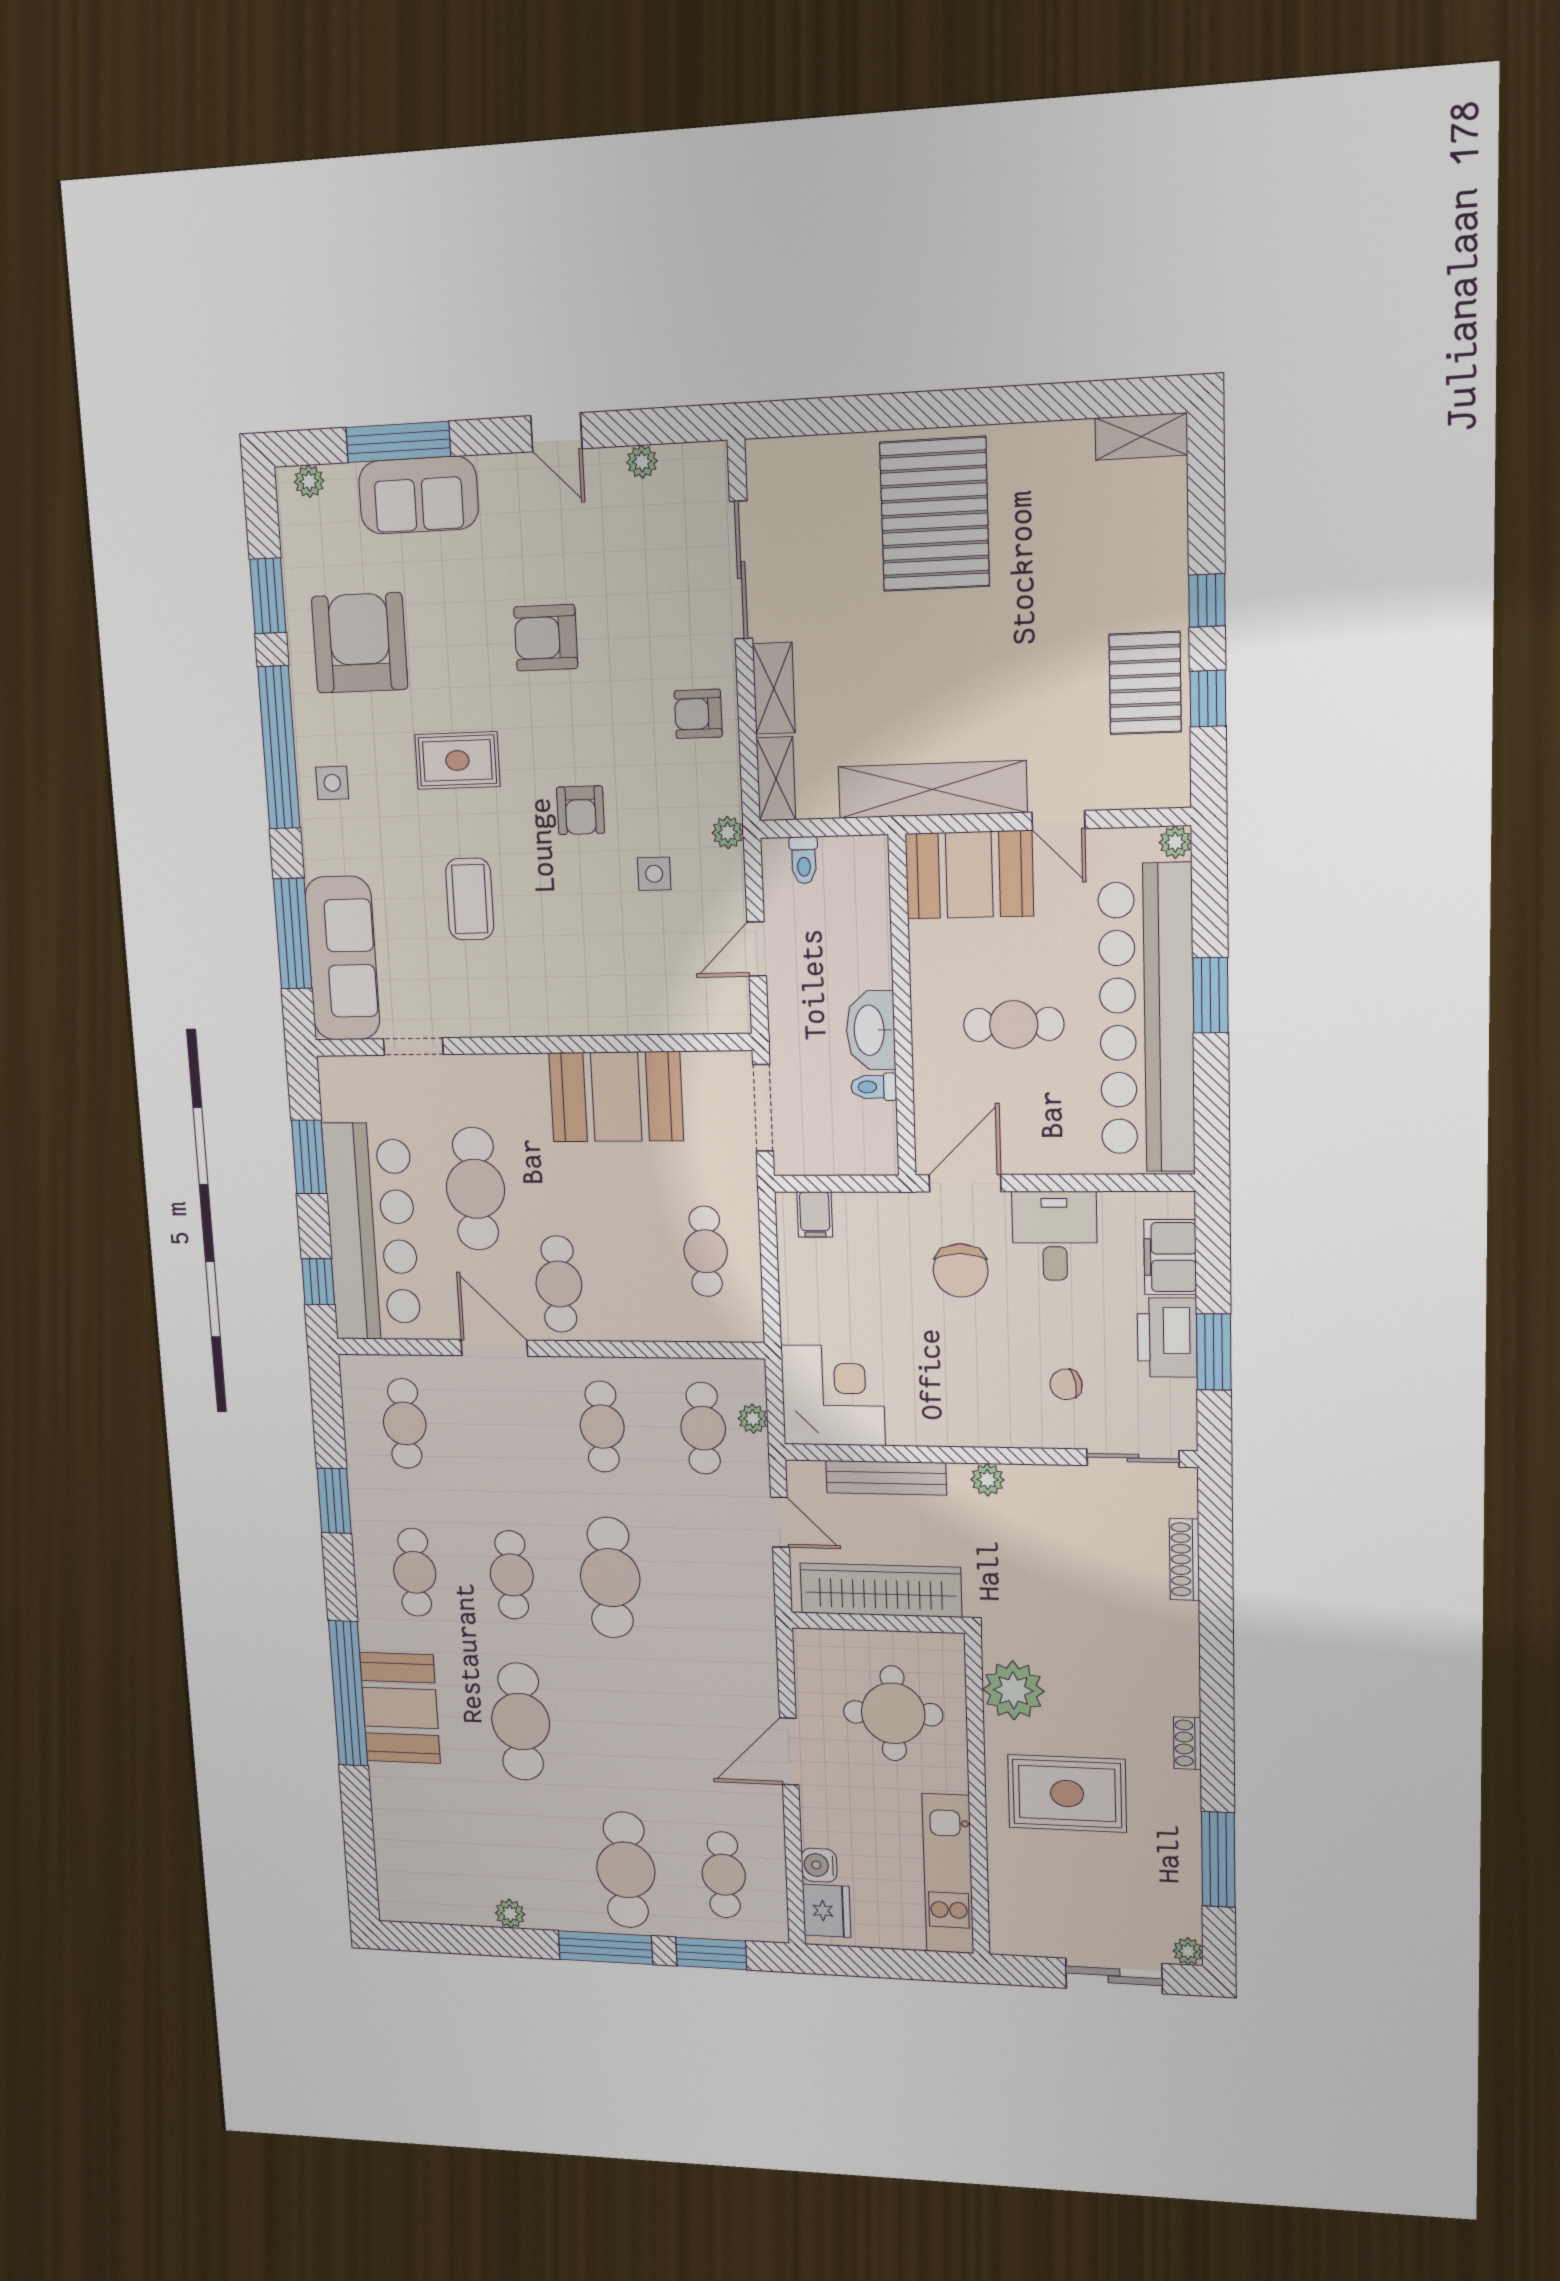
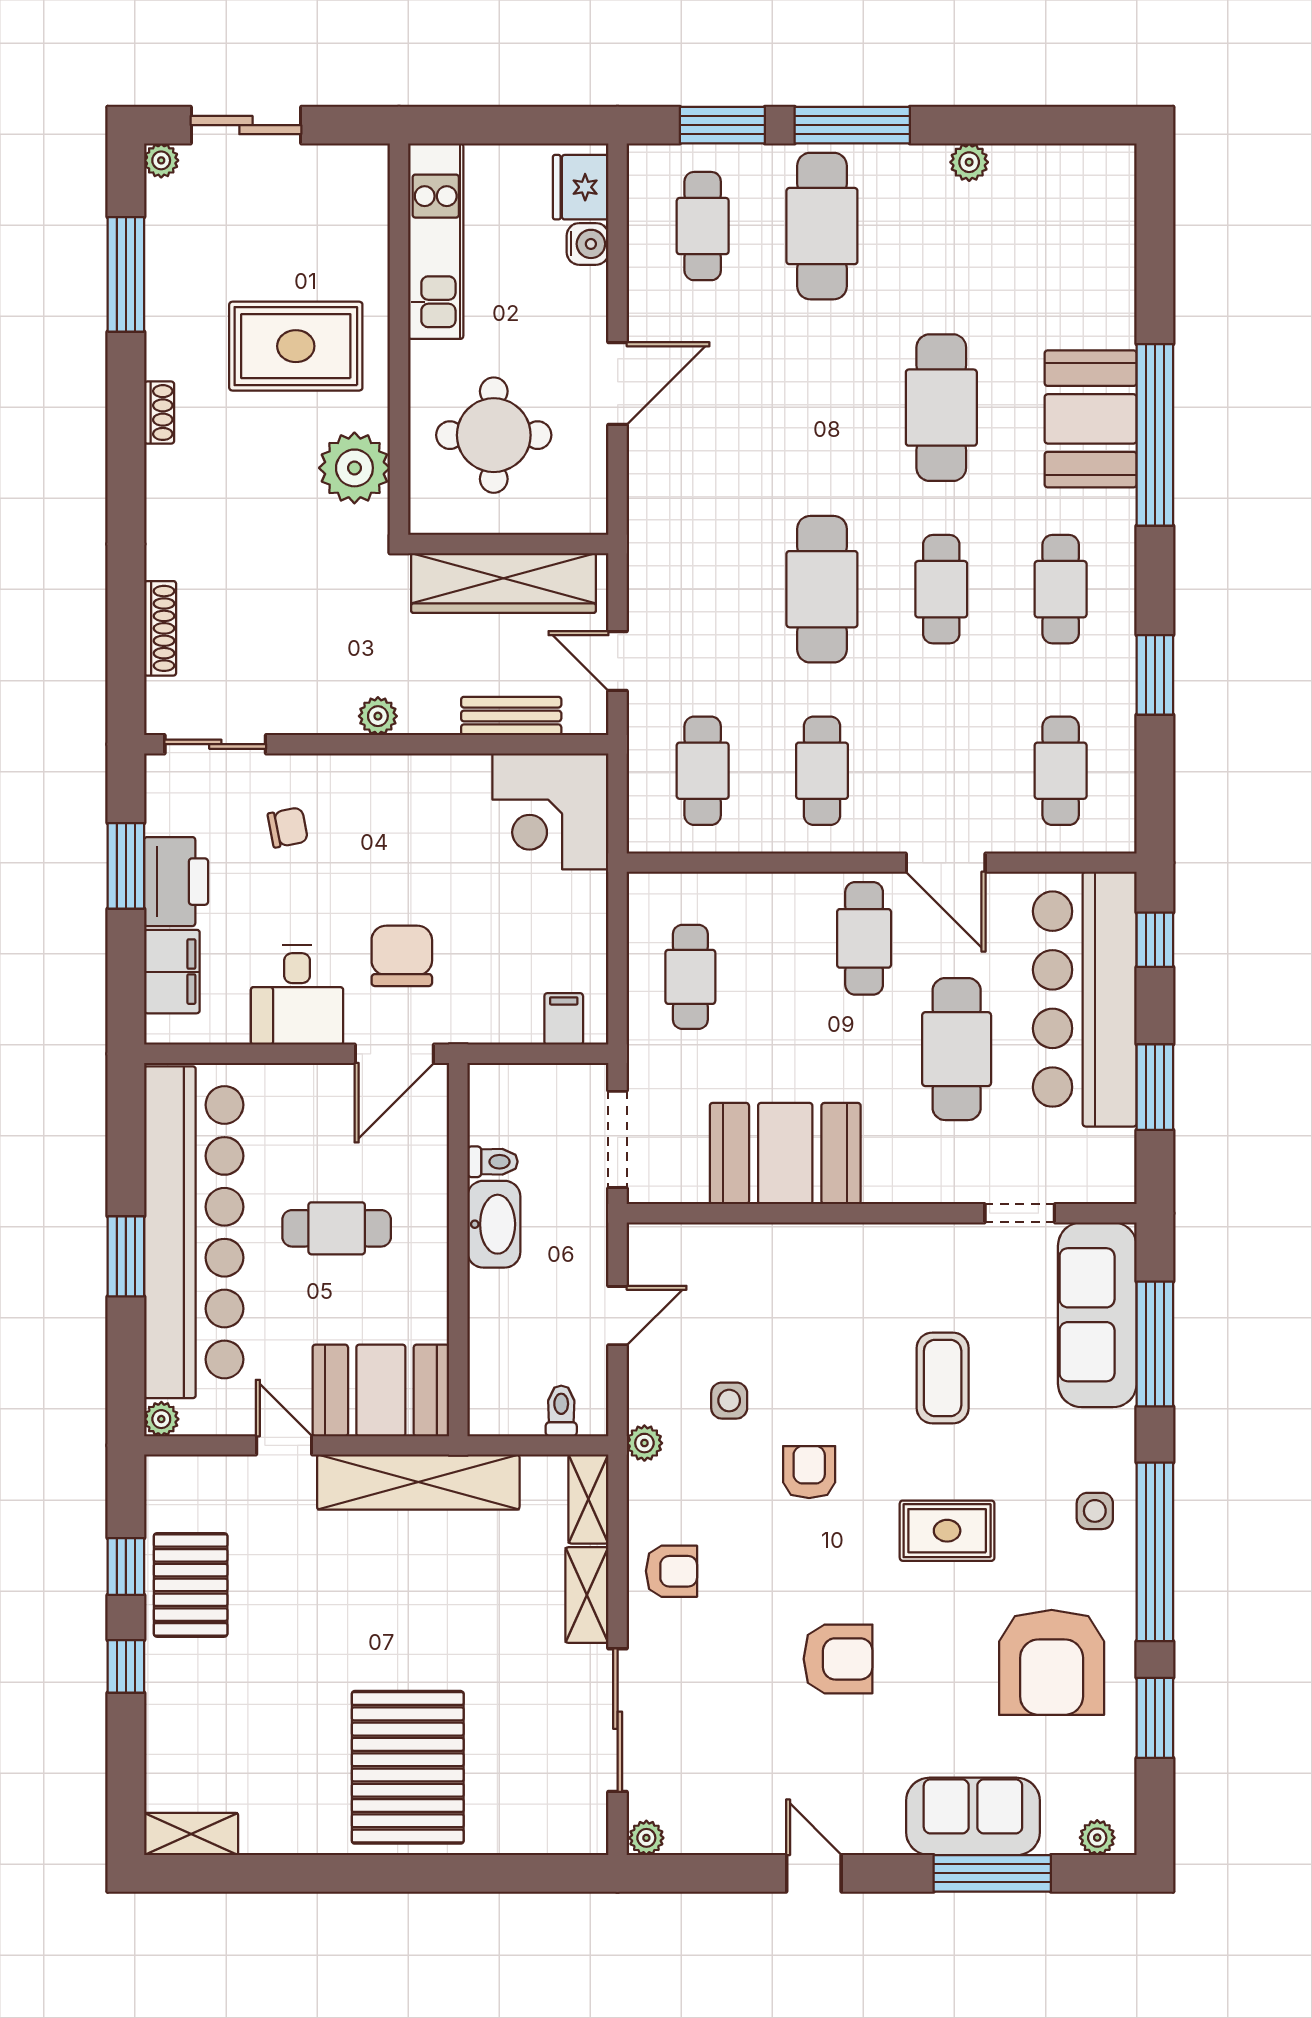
plant: (642, 462) -> (646, 1838), moved
plant: (753, 1419) -> (644, 783), removed
bench: (886, 1478) -> (511, 716), width x0.73

